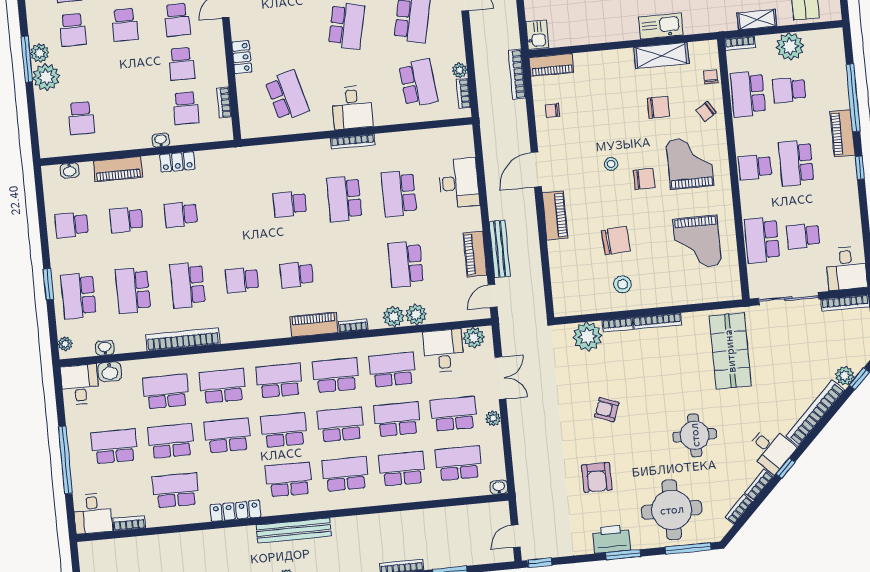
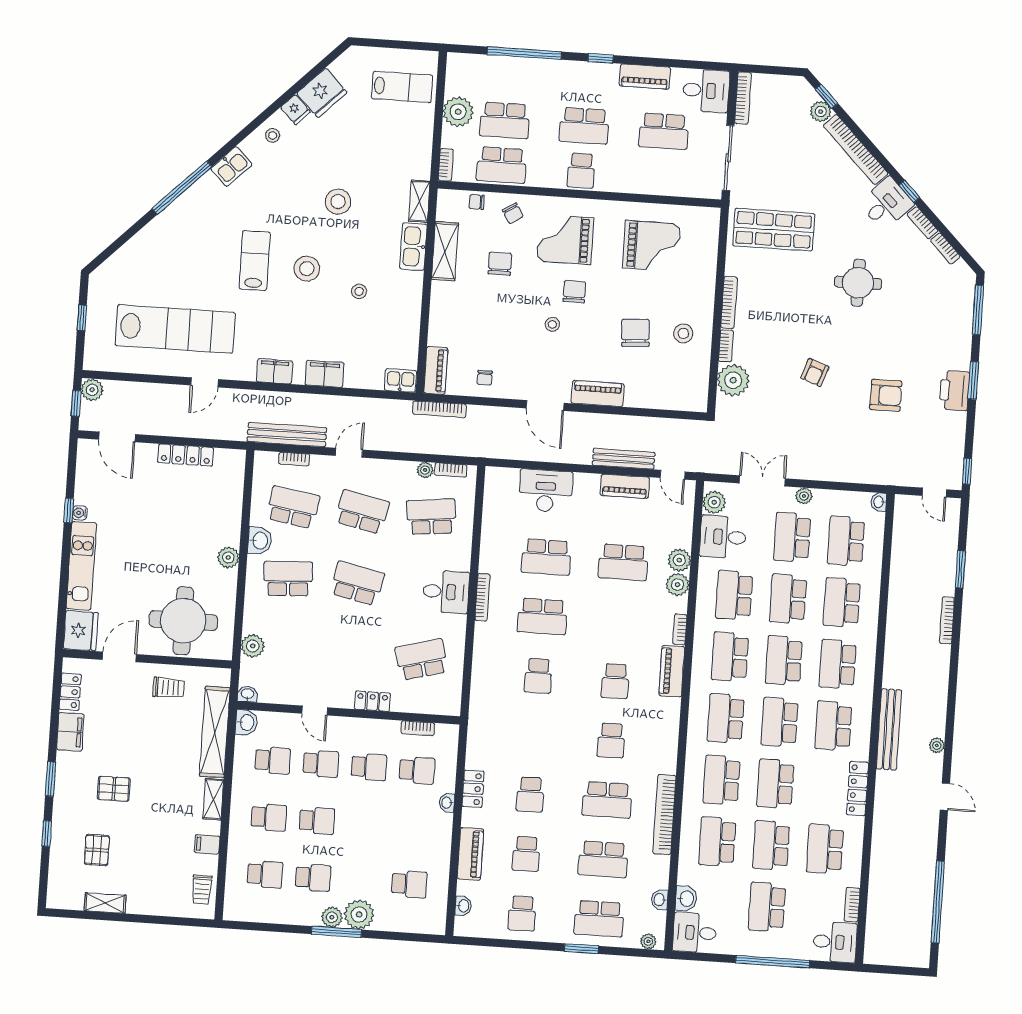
shelving: (757, 20) -> (419, 201), moved
school desk: (789, 90) -> (505, 120), width x1.85
piano: (842, 133) -> (645, 77), moved
school desk: (803, 236) -> (664, 131), width x1.85
school desk: (762, 240) -> (661, 176), removed
round table: (672, 510) -> (934, 321), removed

